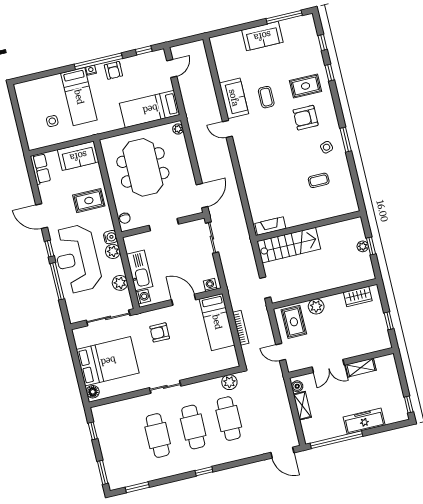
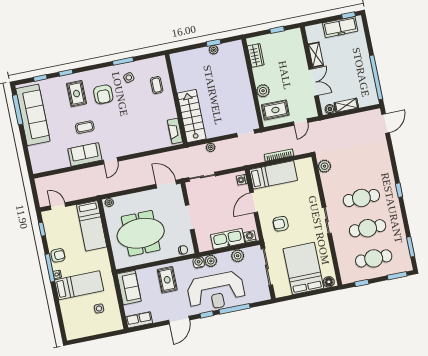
sofa: (262, 36) -> (33, 115), width x1.85, depth x1.27
window: (98, 61) -> (50, 268), width x0.68
fireplace: (270, 226) -> (175, 131), moved
wall: (308, 226) -> (176, 99), moved
stairs: (289, 245) -> (192, 116), moved
plant: (247, 247) -> (211, 147), added
armchair: (160, 332) -> (281, 224), turned 90
cafe table: (229, 419) -> (374, 258), moved
freezer: (364, 421) -> (340, 27), moved, turned -90

